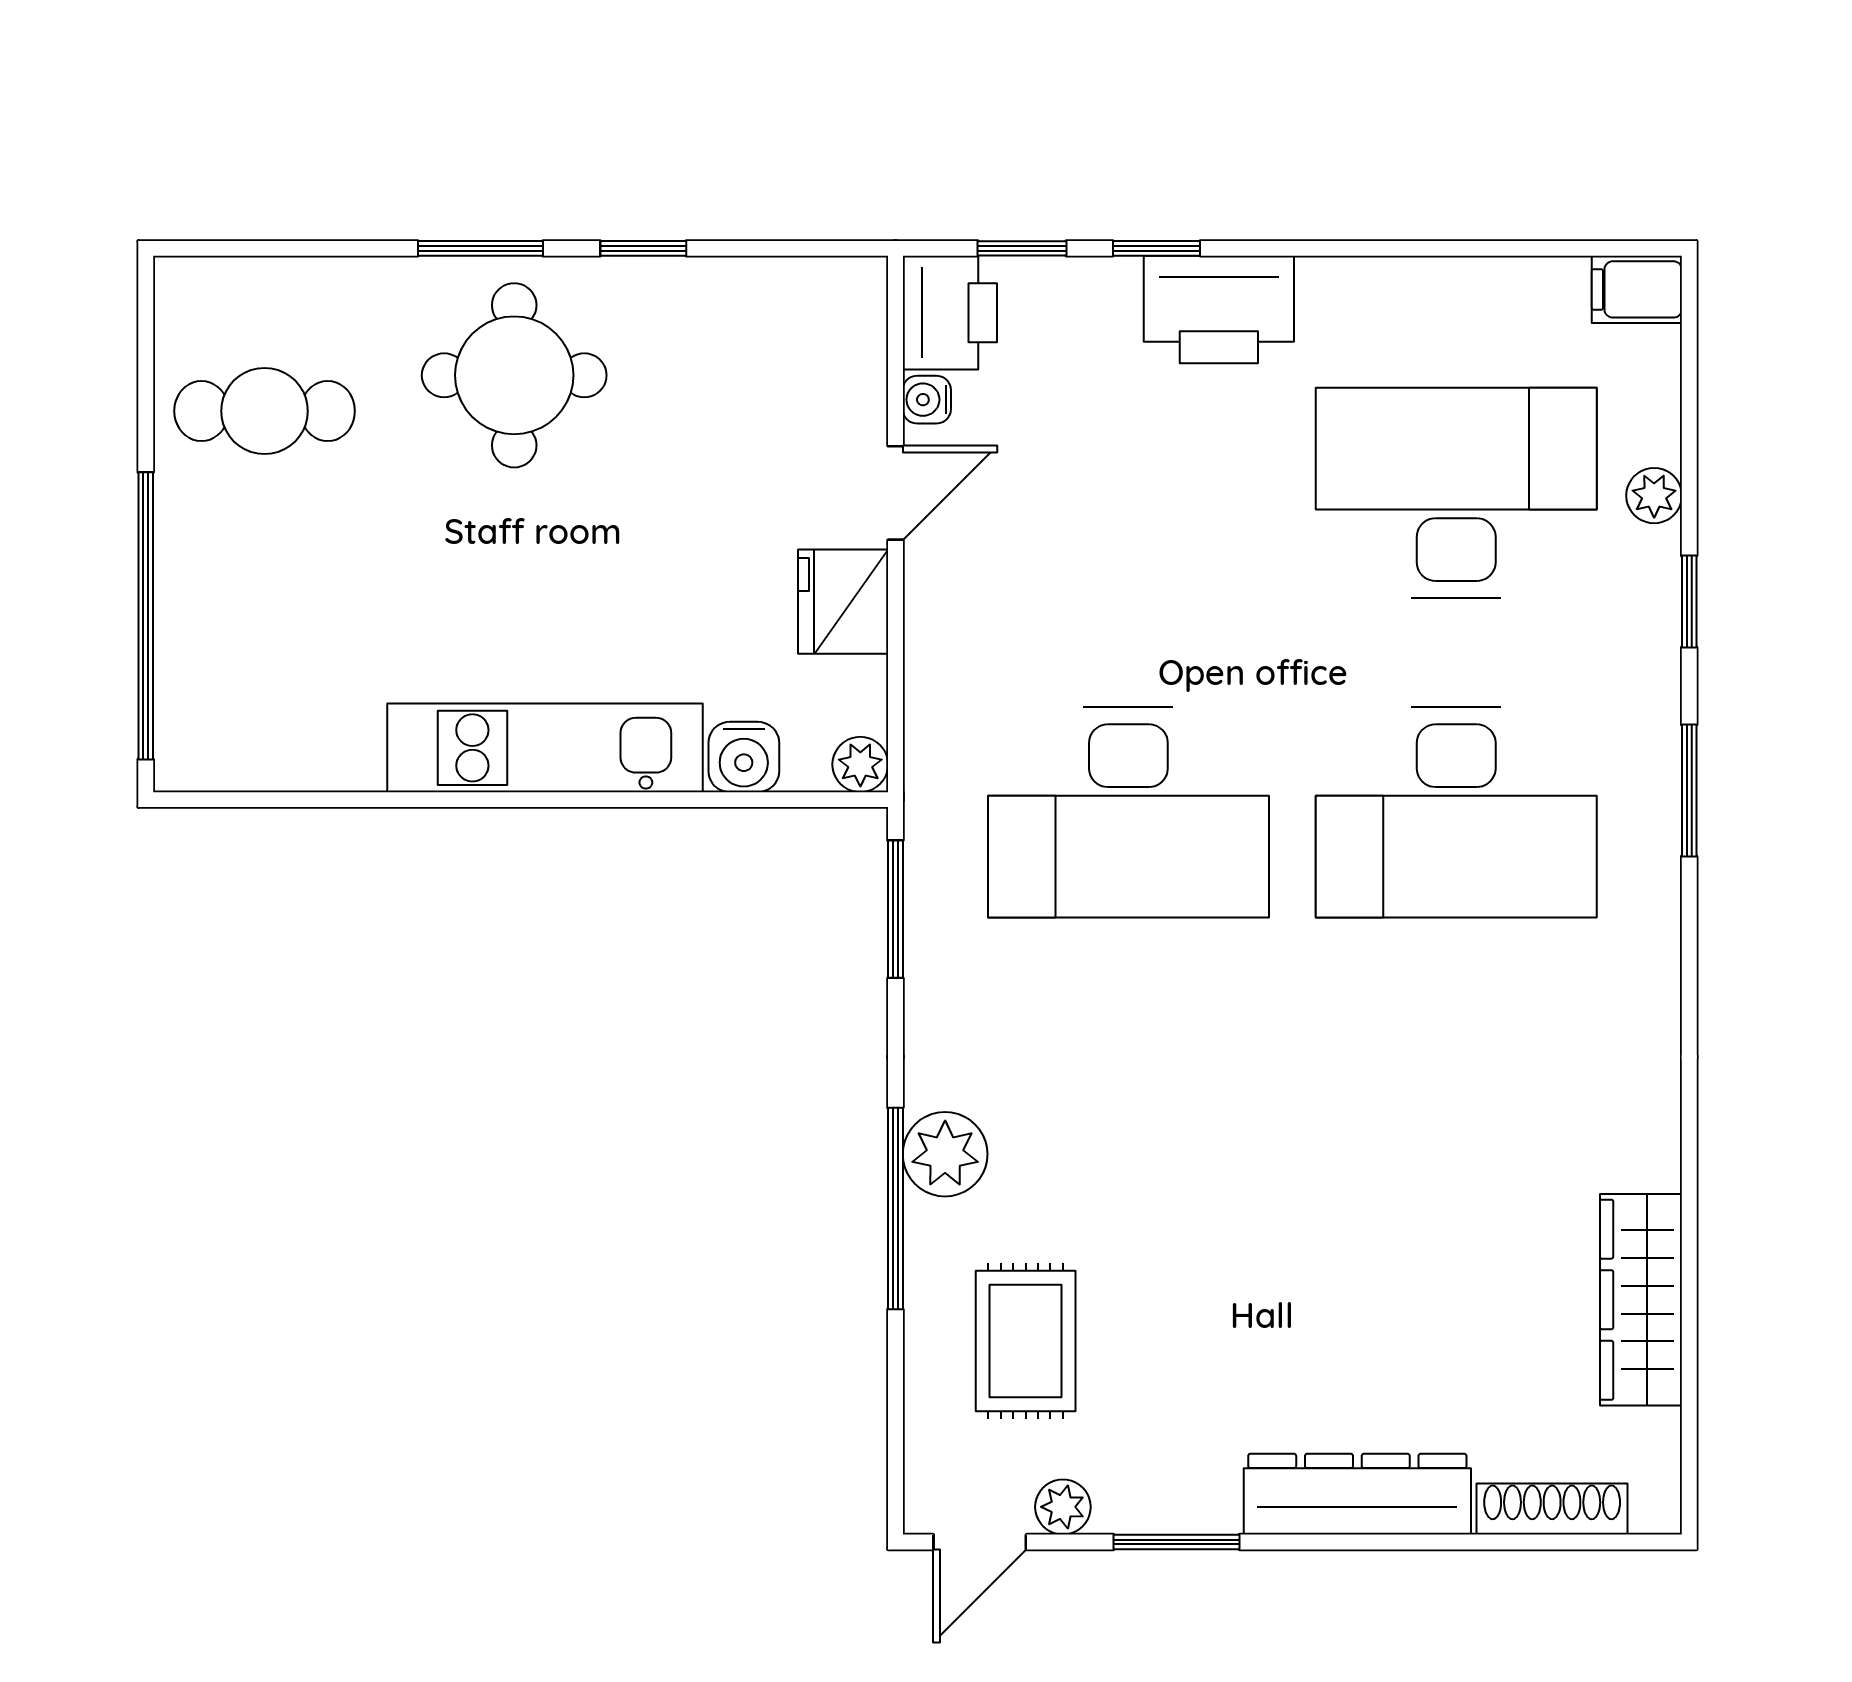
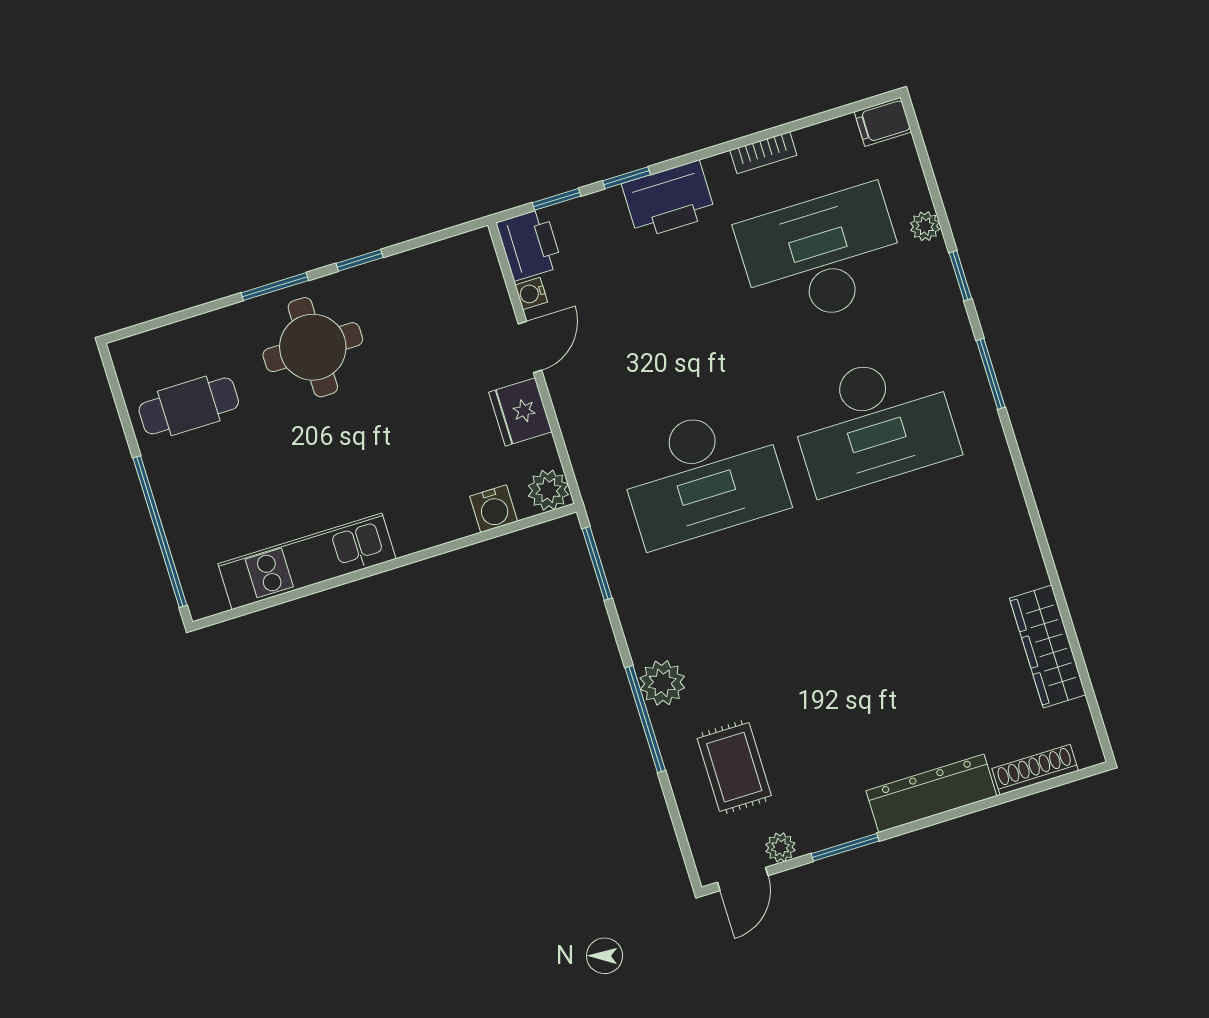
bookcase: (1410, 279) -> (763, 153), added
kitchen unit: (545, 748) -> (307, 561), moved
plant: (860, 764) -> (548, 490), width x1.38, depth x1.38

